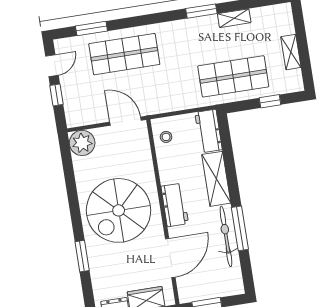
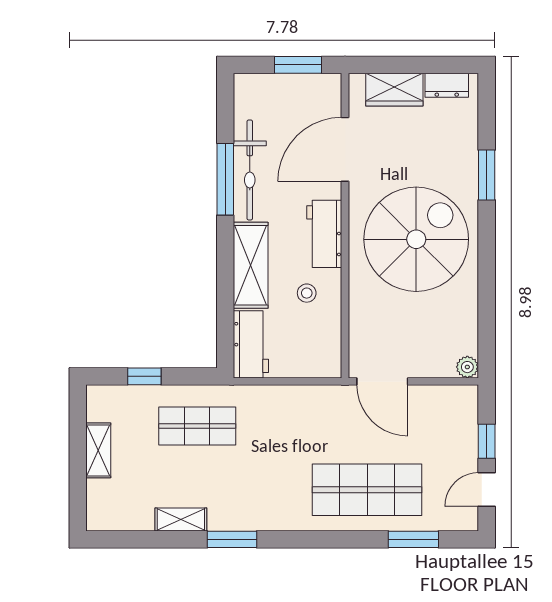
shop shelf: (233, 76) -> (197, 426), width x0.70, depth x0.74
stool: (166, 137) -> (307, 293), moved
plant: (82, 143) -> (467, 367), width x0.53, depth x0.53

